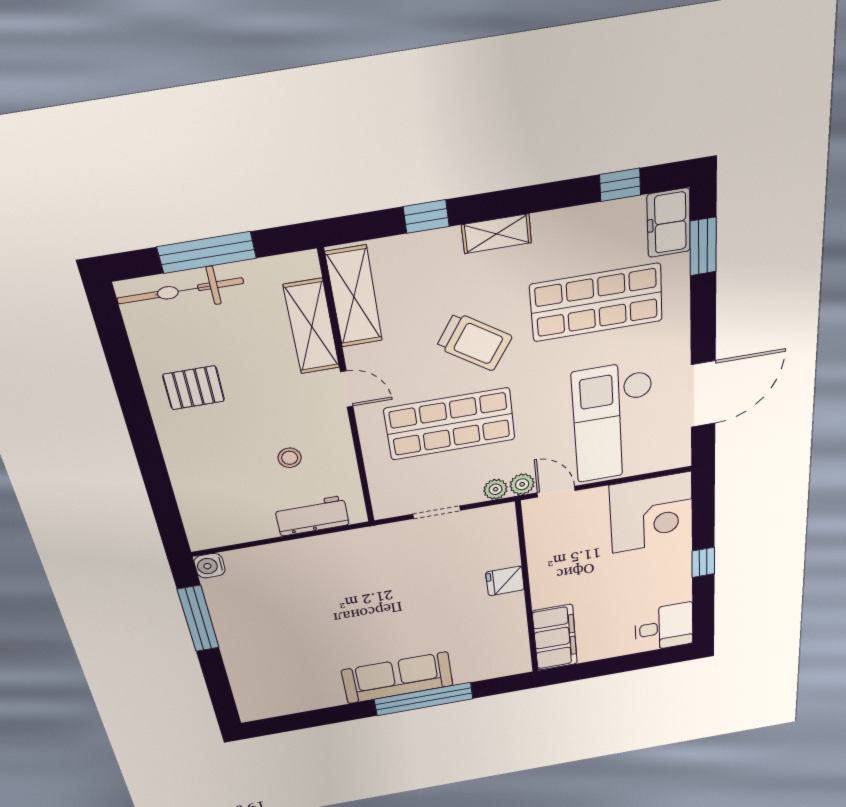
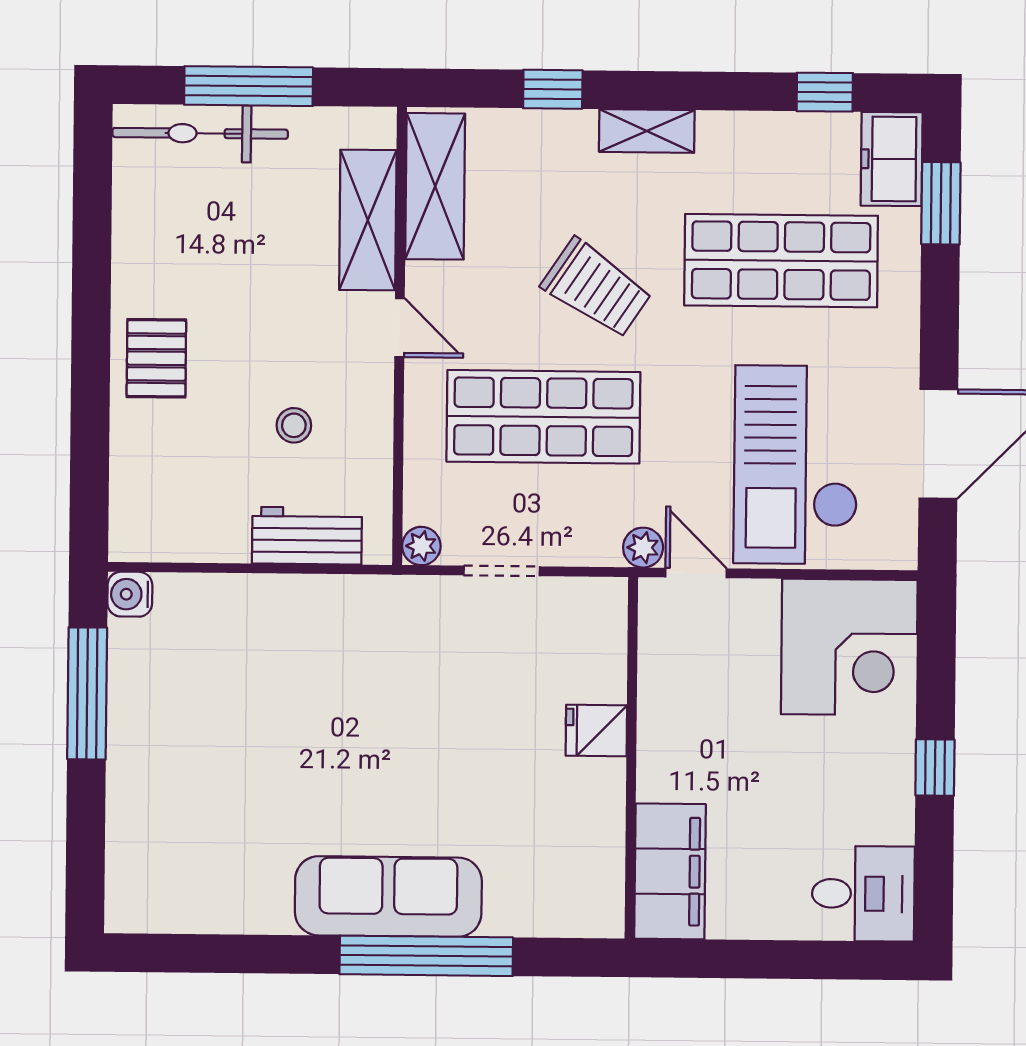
pallet: (194, 388) -> (156, 358), moved, turned 90
plant: (495, 489) -> (421, 546), moved

